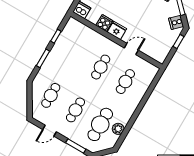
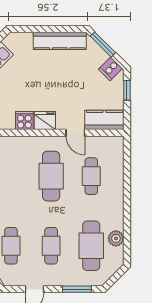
door: (131, 49) -> (75, 133), swing flipped
kitchen counter: (154, 52) -> (104, 120), added
cafe table: (101, 67) -> (51, 176), width x1.37, depth x1.35

